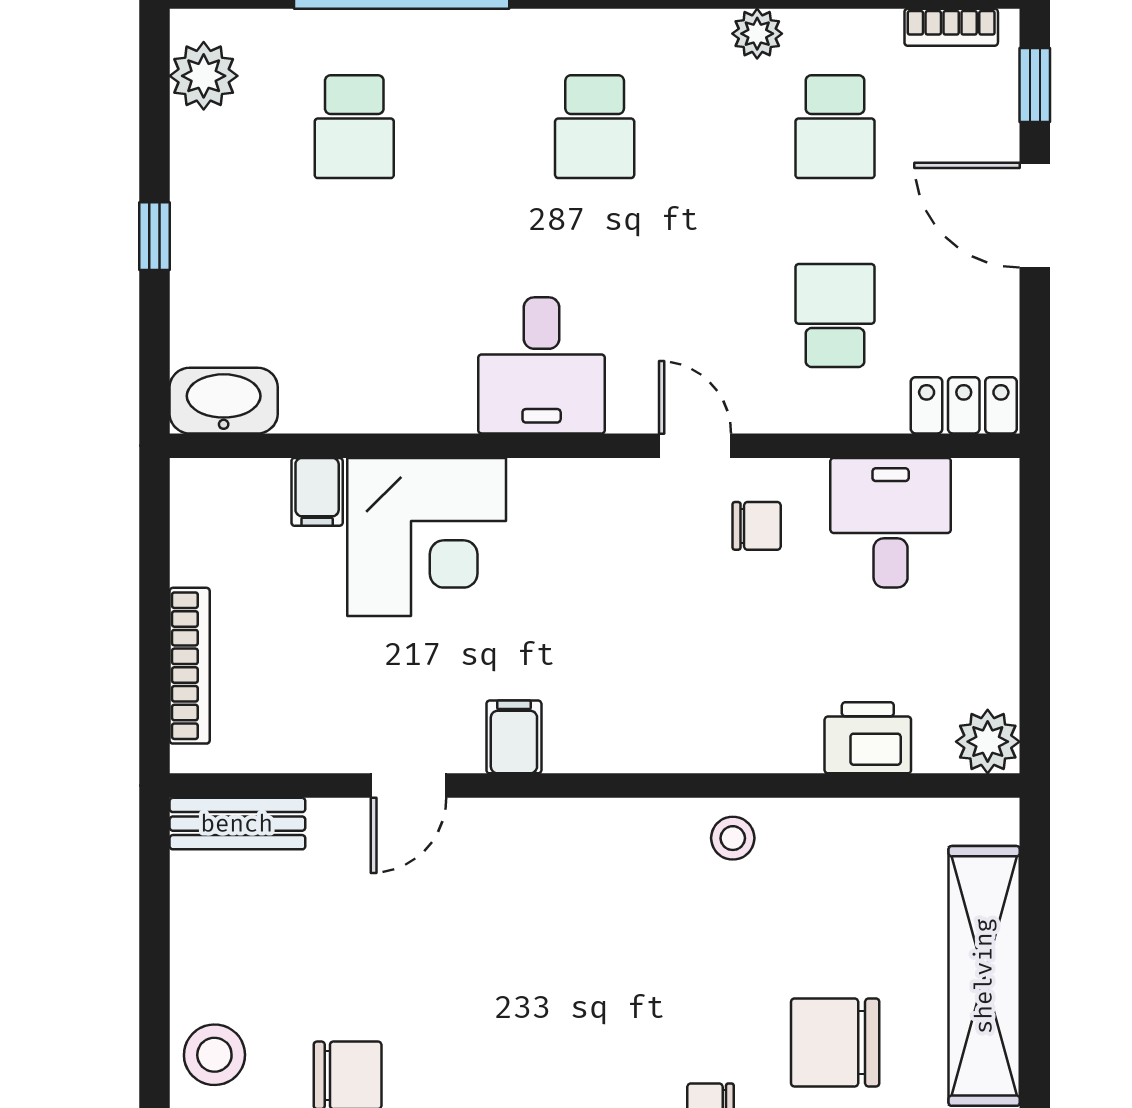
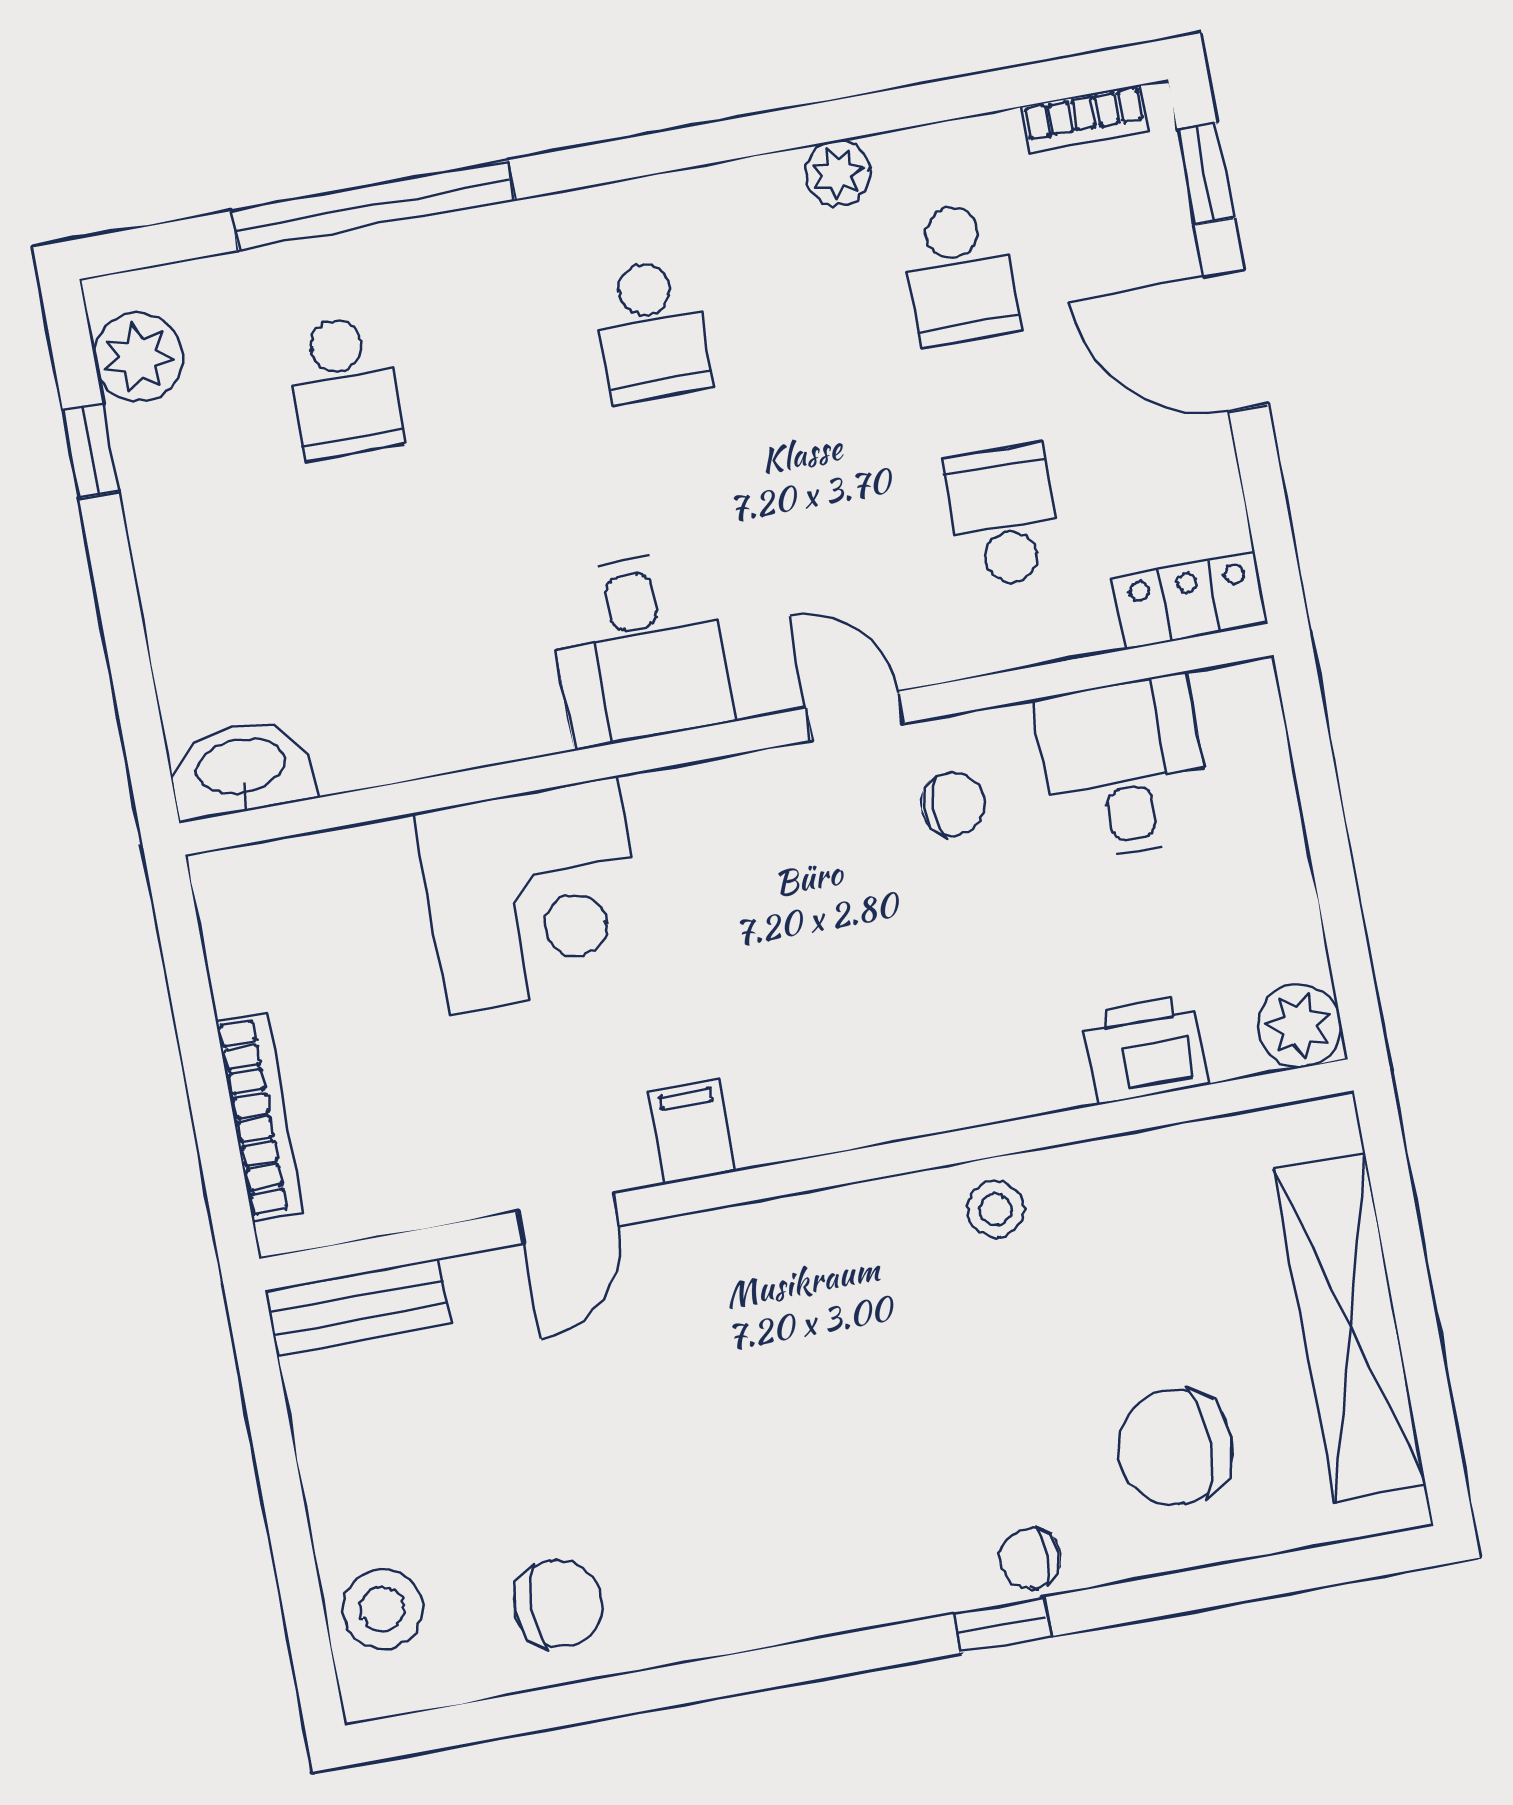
window: (155, 236) -> (91, 450), moved
filing cabinet: (317, 492) -> (382, 864), removed

